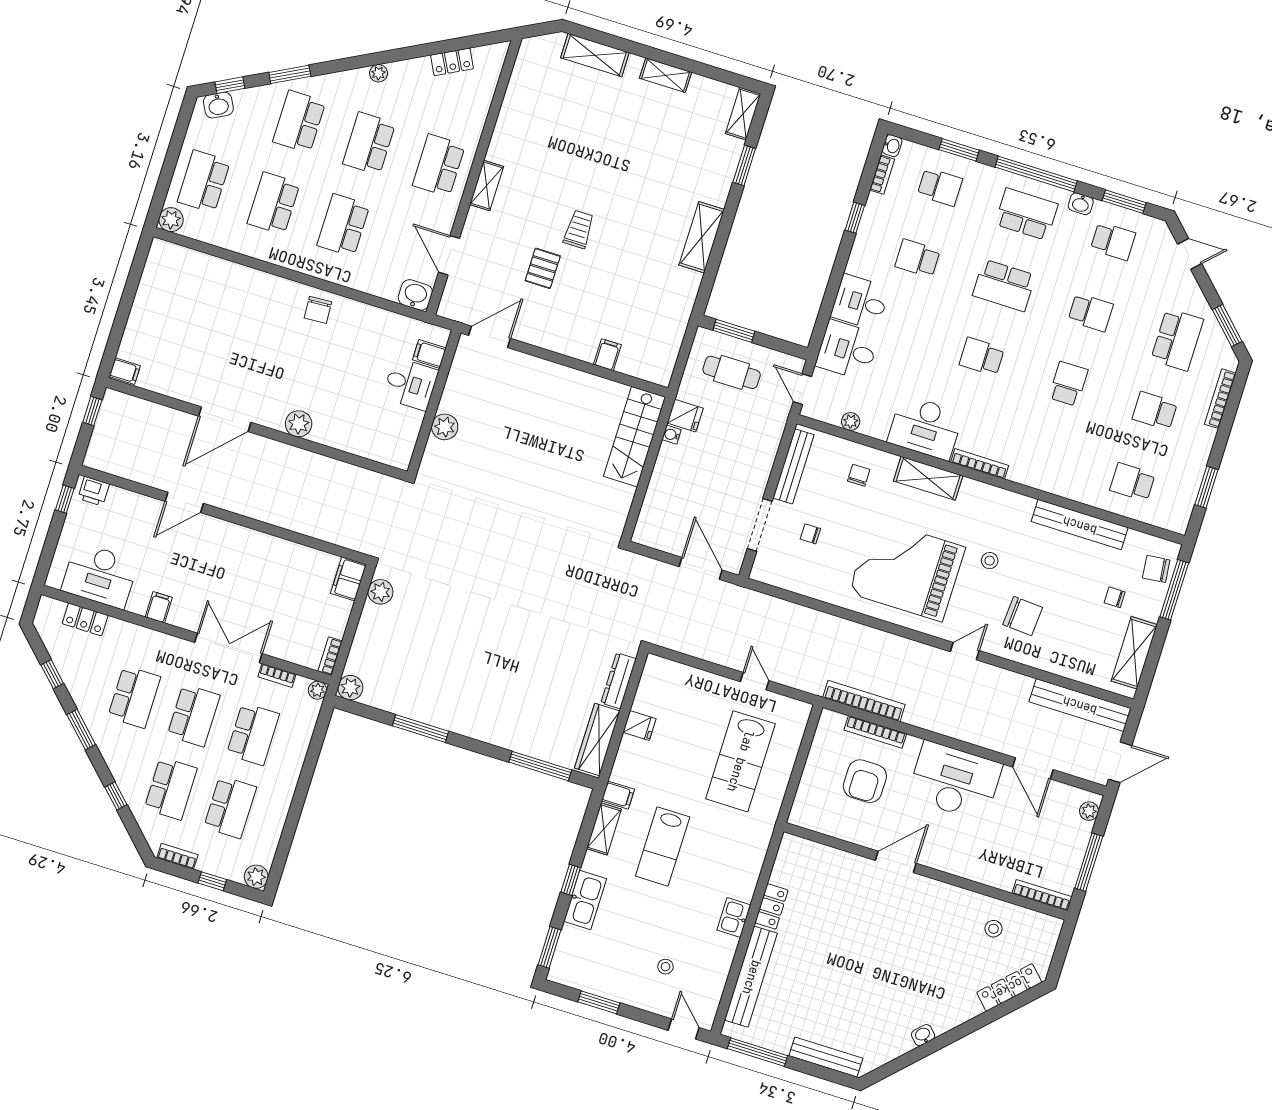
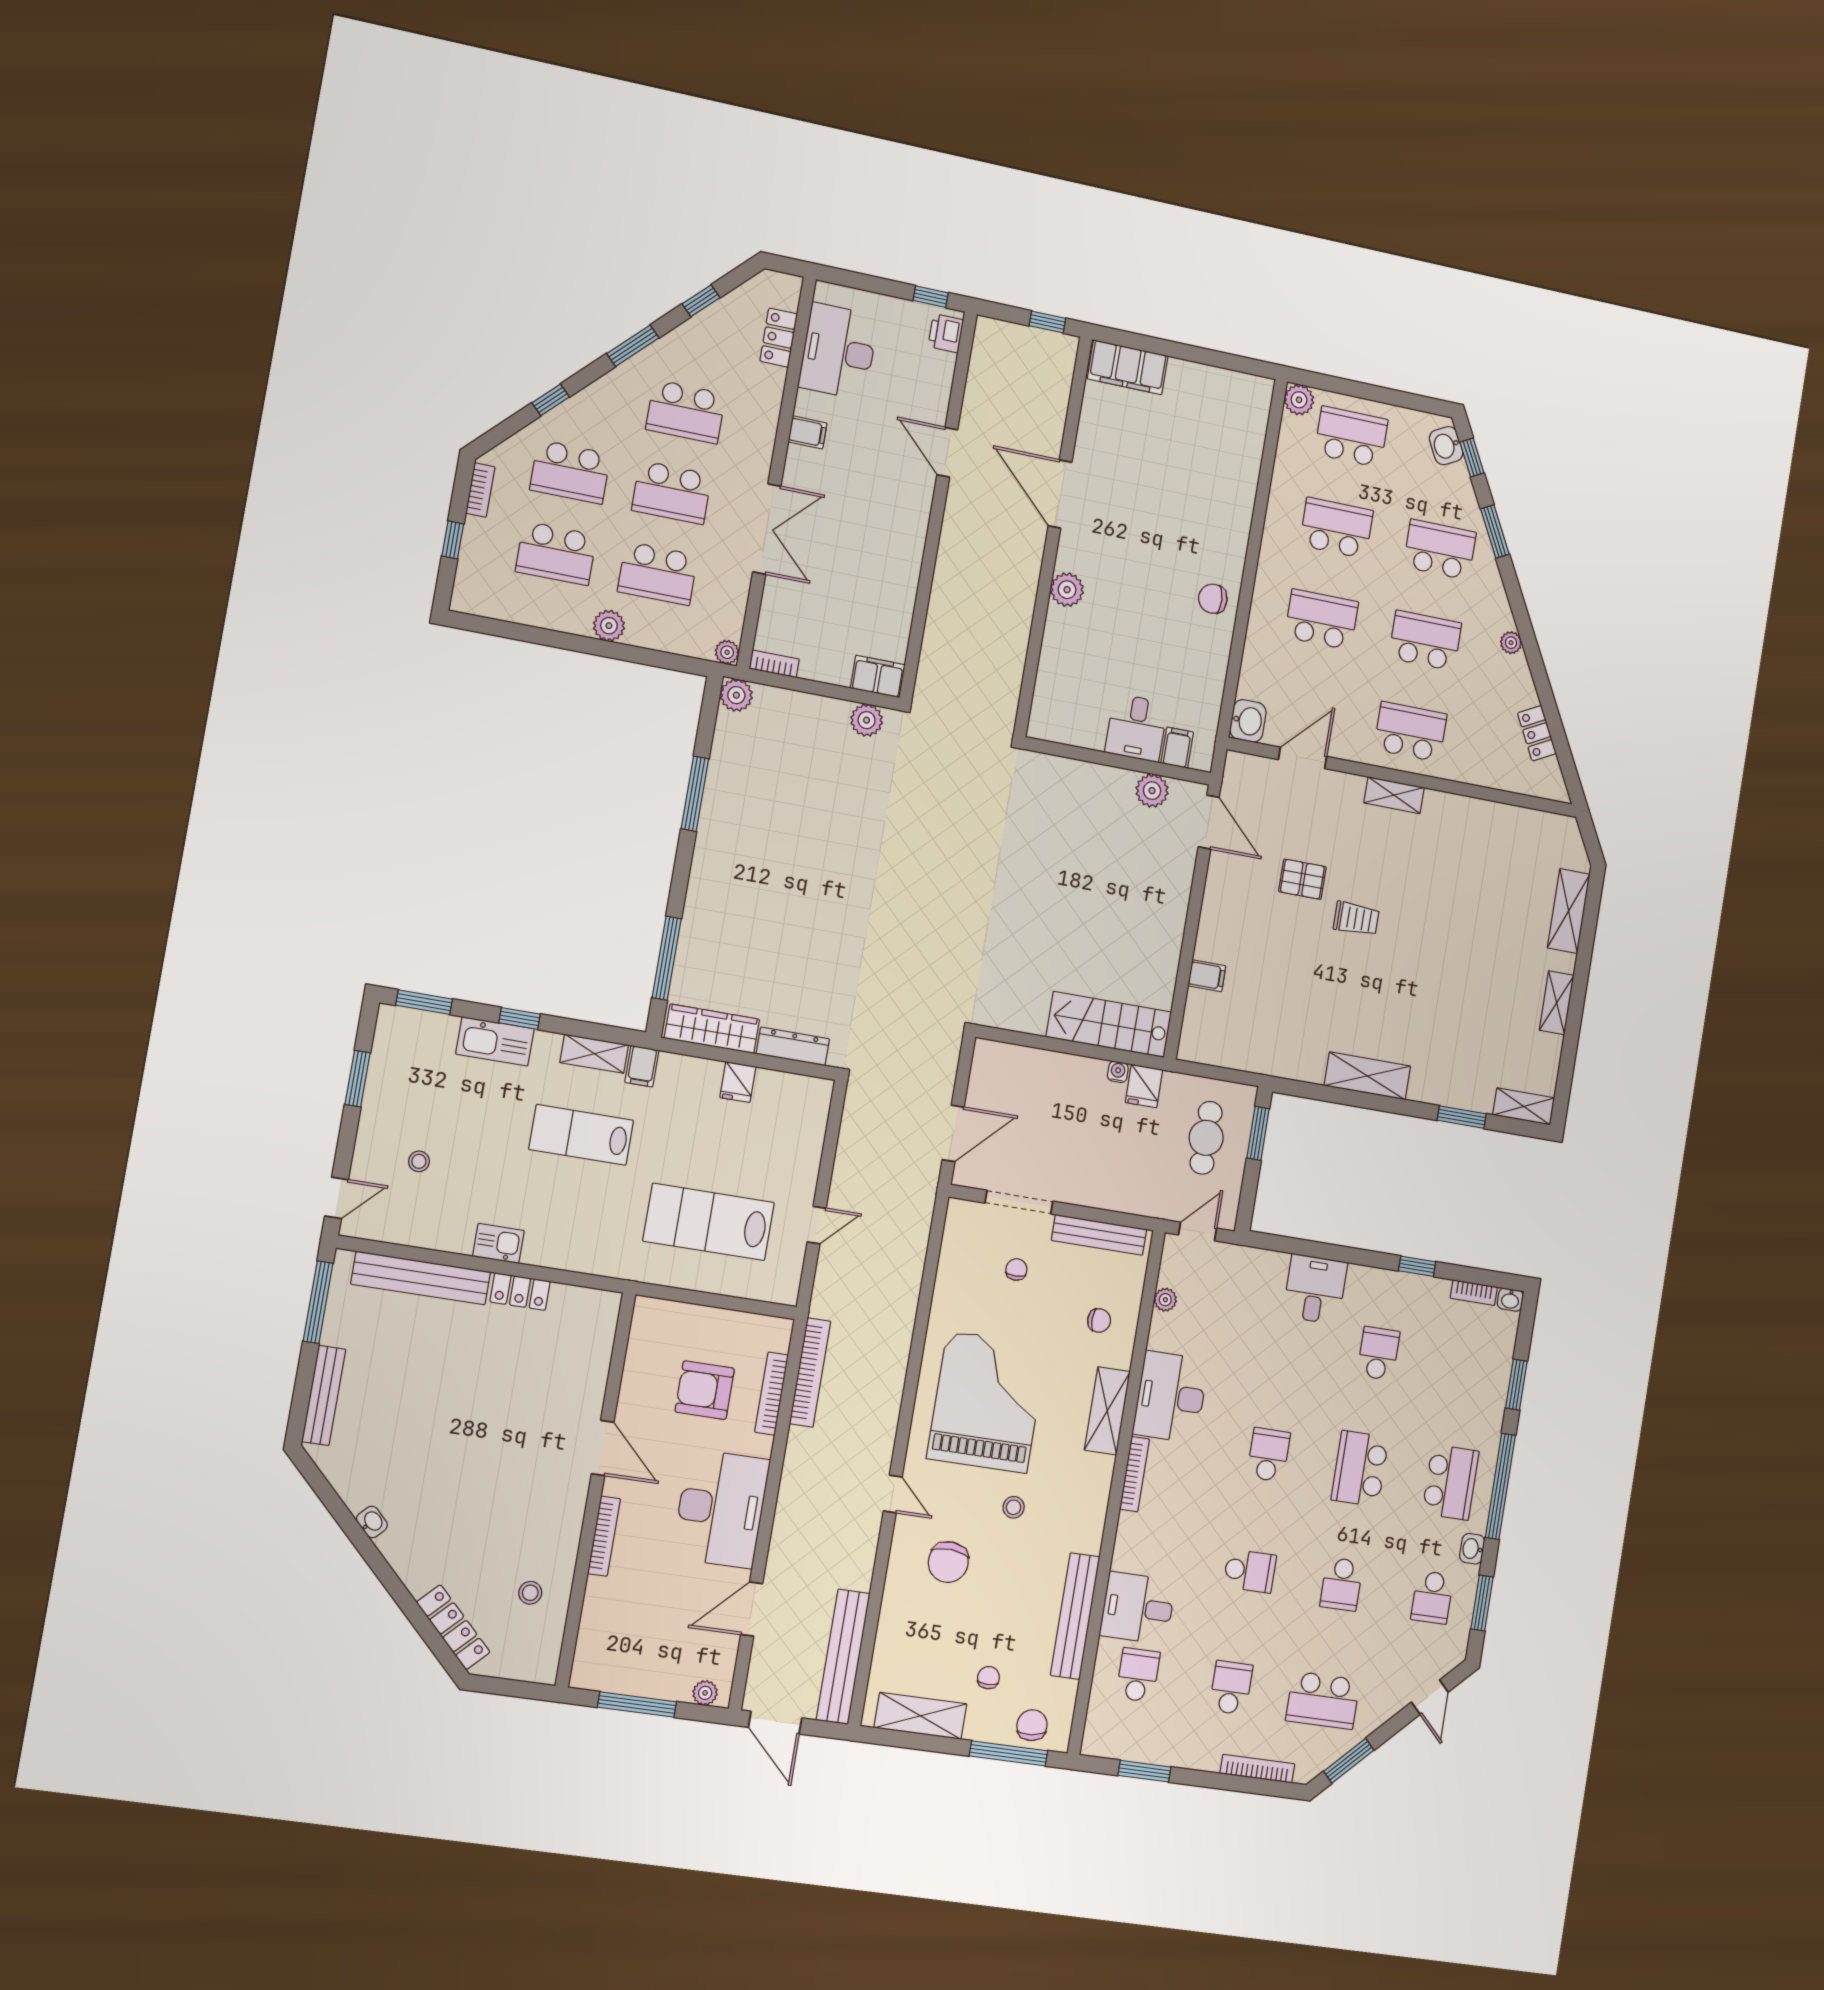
school desk: (940, 187) -> (1469, 1368), removed
desk: (847, 350) -> (1138, 1608), moved, turned -90
filing cabinet: (125, 371) -> (1128, 367), width x3.00, depth x1.17
plant: (445, 427) -> (1152, 791), moved
bookcase: (277, 675) -> (739, 597), removed
plant: (256, 877) -> (609, 626), moved
bookcase: (1042, 895) -> (604, 1536), moved

